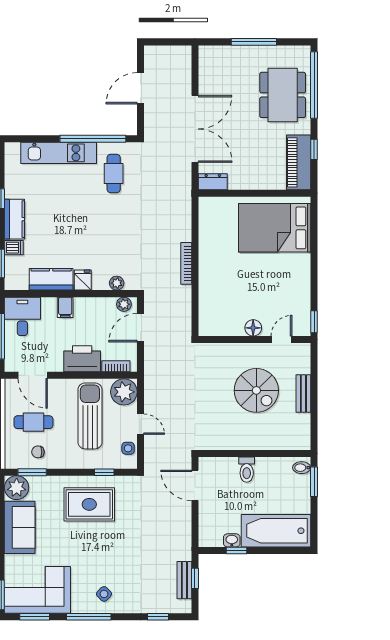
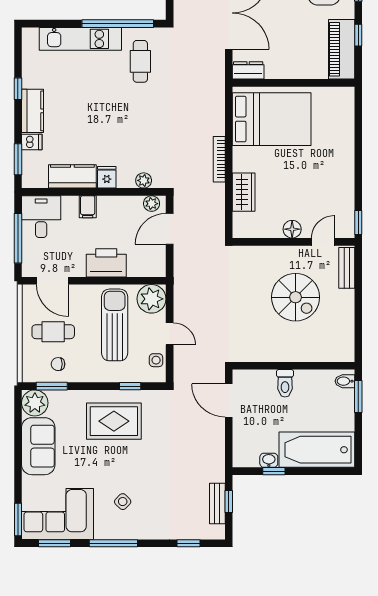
bed: (275, 228) -> (272, 119), moved, turned 180
wardrobe: (209, 294) -> (244, 192), added
bookcase: (116, 366) -> (143, 271), removed
bench: (303, 394) -> (347, 268), moved
side table: (104, 594) -> (123, 502), moved

